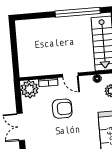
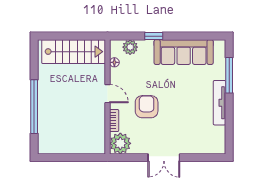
window: (78, 12) -> (34, 107), moved
door: (70, 75) -> (108, 94), hinge flipped

